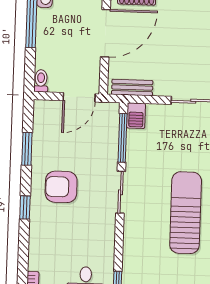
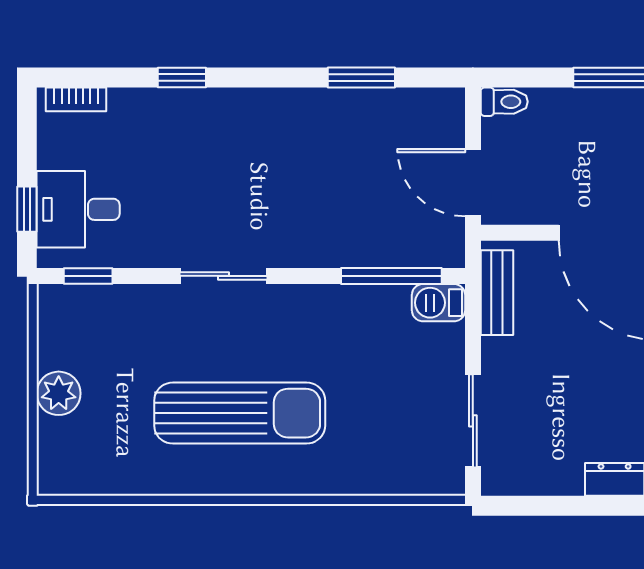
armchair: (61, 187) -> (285, 151), removed
sliding door: (121, 192) -> (223, 276), moved
window: (25, 207) -> (182, 78), moved

